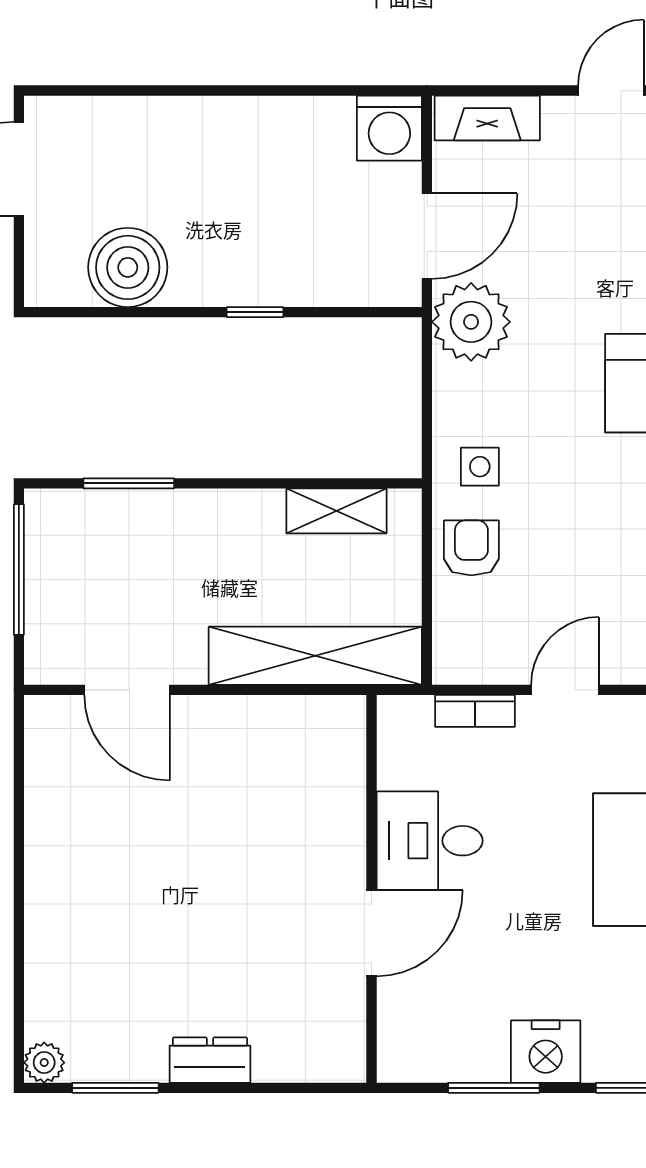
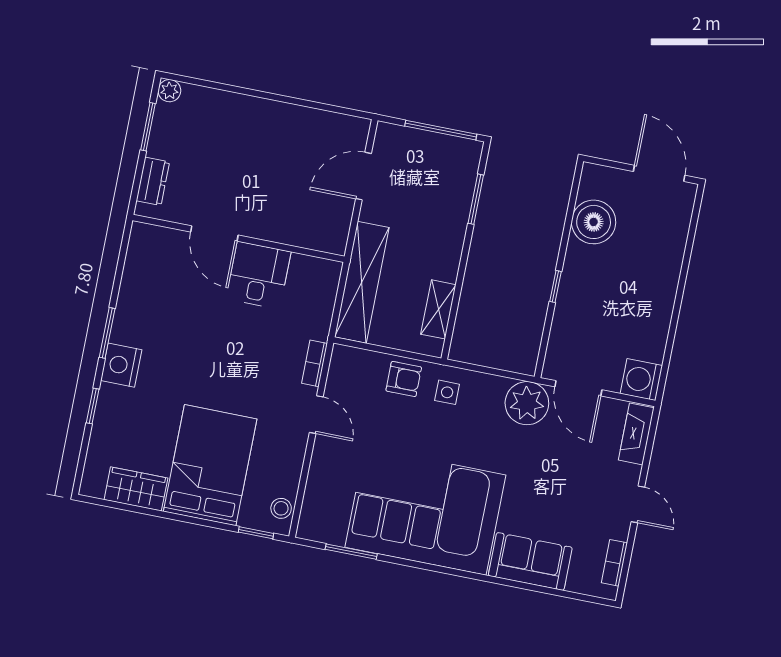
desk: (430, 841) -> (258, 275), moved
wall: (371, 889) -> (238, 238), moved
door: (371, 933) -> (214, 234), moved

